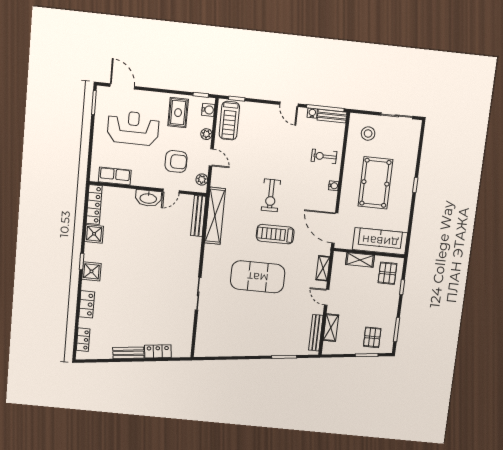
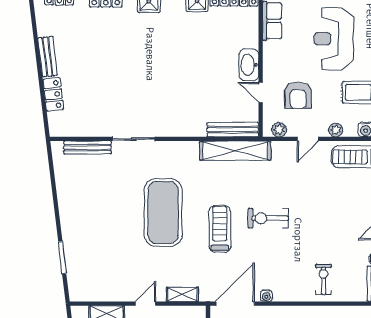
reception desk: (133, 128) -> (334, 39), turned 180
water cooler: (334, 186) -> (266, 296), moved
bench: (316, 333) -> (88, 148), moved

